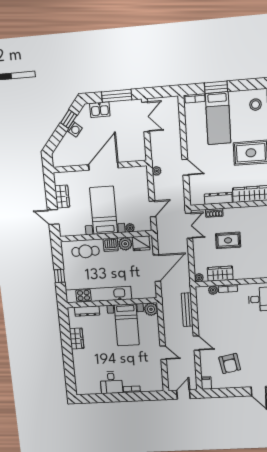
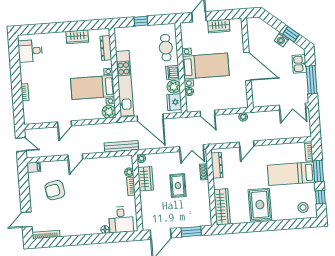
window: (245, 85) -> (320, 197), added
dresser: (218, 198) -> (217, 165), moved
kitchen unit: (98, 295) -> (125, 83), moved
bench: (187, 310) -> (121, 146), moved
desk: (111, 382) -> (30, 51), moved

